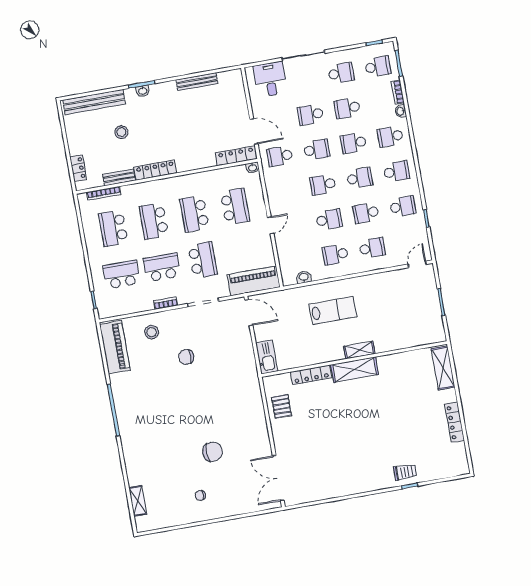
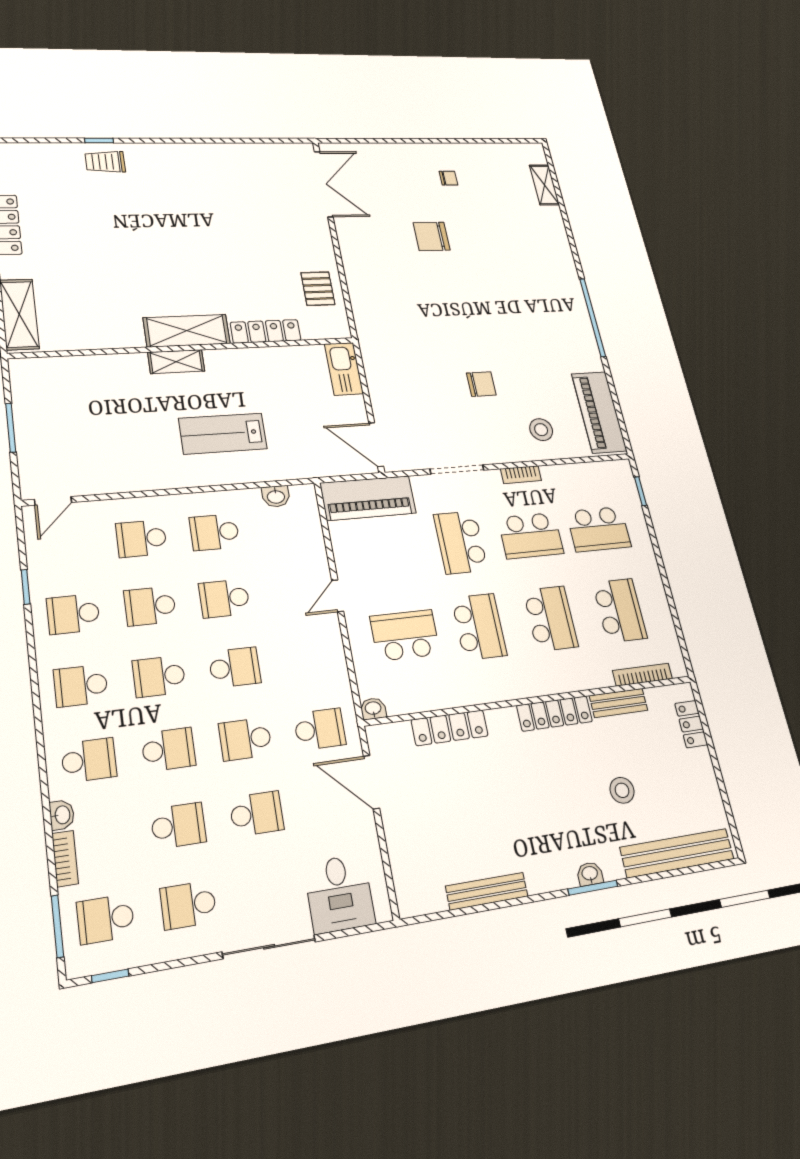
locker: (236, 156) -> (450, 728), moved
school desk: (235, 207) -> (405, 635), turned 90
school desk: (366, 213) -> (150, 606), turned 180
school desk: (335, 255) -> (214, 532), turned 180

